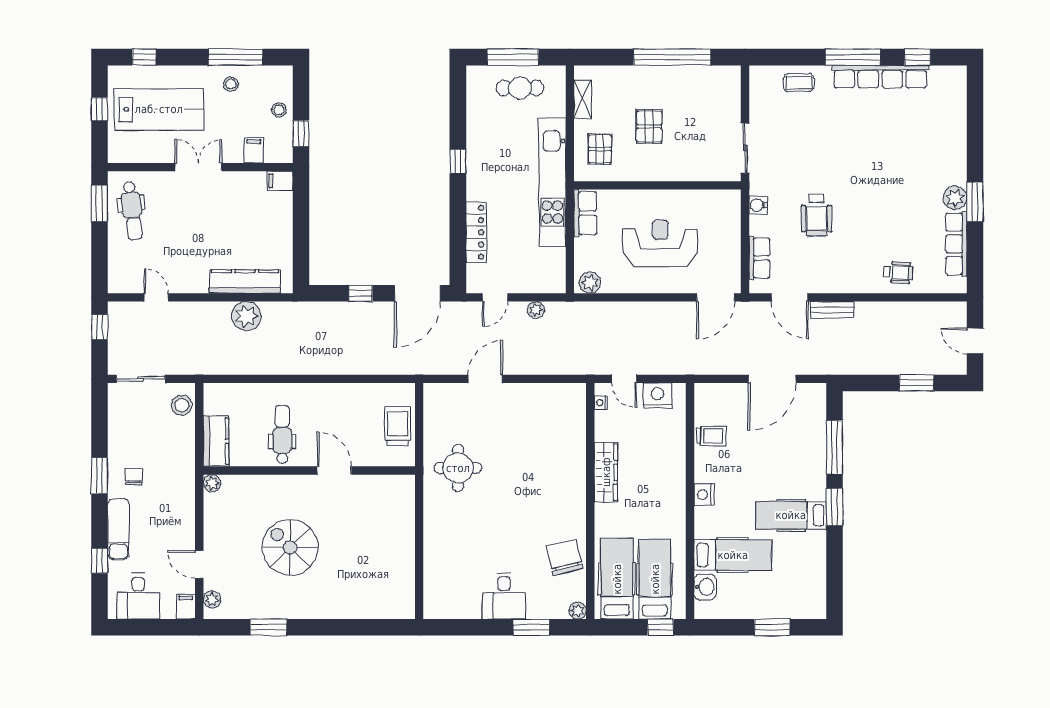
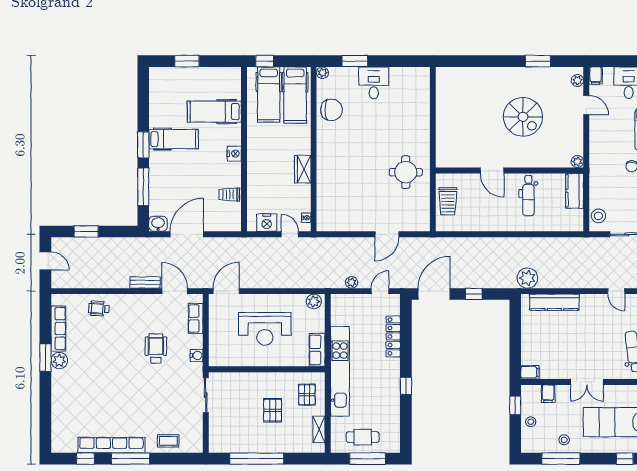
plant: (246, 316) -> (527, 278), moved
wardrobe: (606, 472) -> (303, 169), width x0.67
chair: (565, 557) -> (332, 110), turned -77
washbasin: (705, 587) -> (158, 224), moved, turned 90

